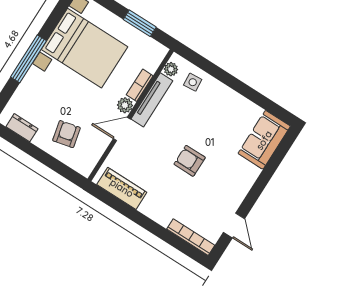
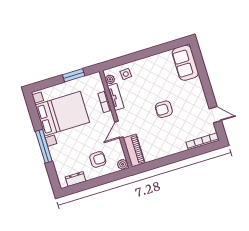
tv unit: (152, 100) -> (116, 97), width x0.71
plant: (125, 105) -> (123, 164), moved
armchair: (66, 134) -> (98, 159), turned 102
piano: (122, 188) -> (134, 151), moved, turned 90

